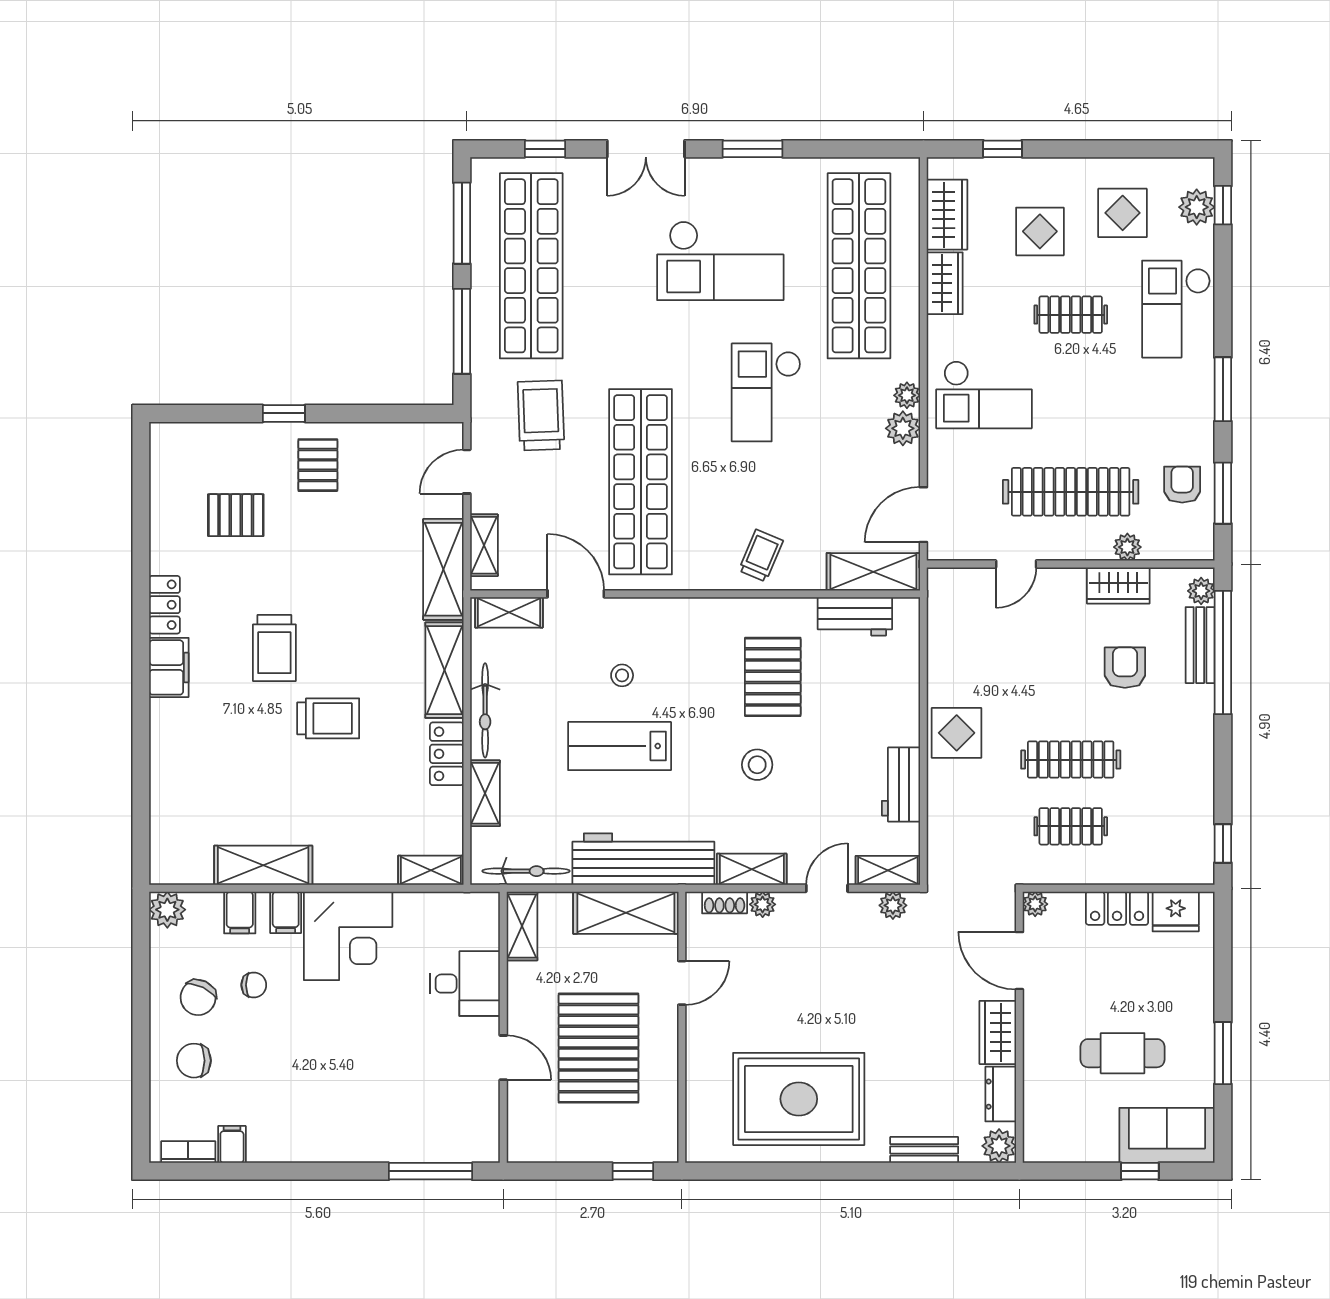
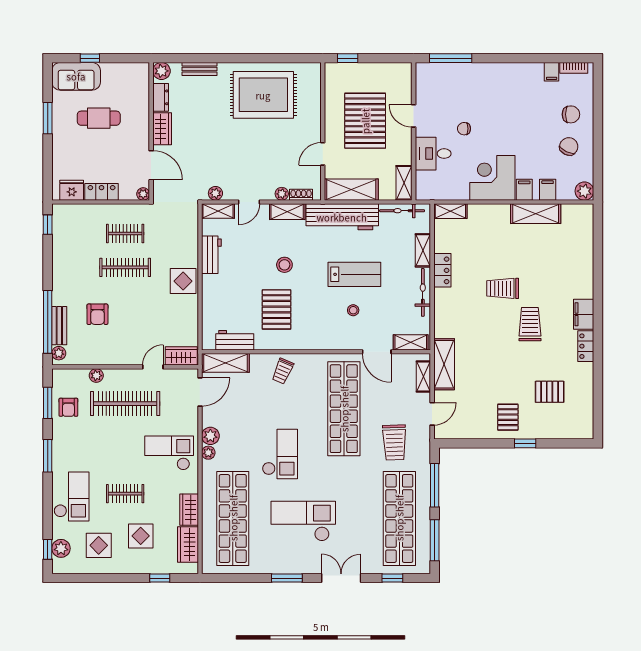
wardrobe: (1118, 585) -> (181, 356), moved
shelving: (444, 670) -> (444, 313), removed
chair: (254, 985) -> (464, 129), moved

